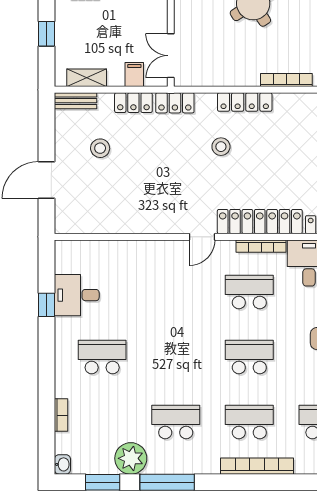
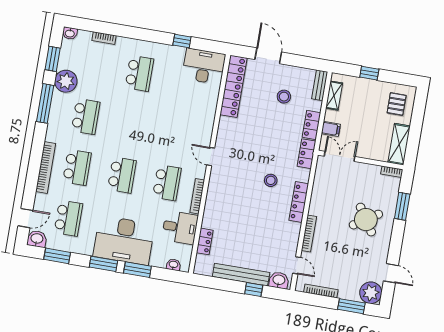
locker: (260, 222) -> (233, 86), moved
desk: (77, 295) -> (204, 66), moved, width x1.37

